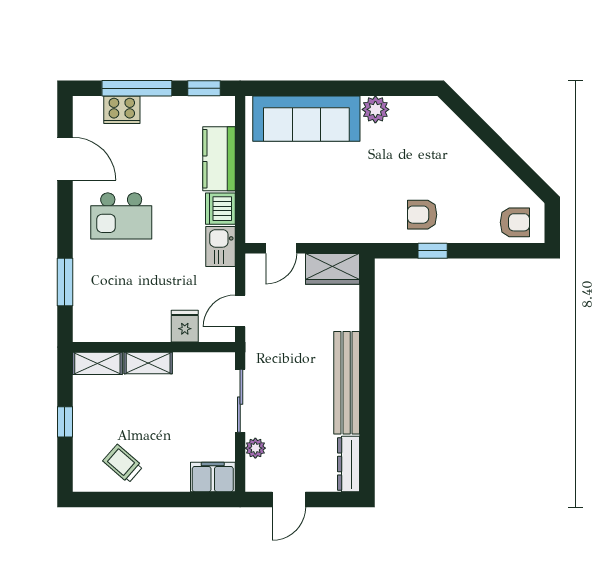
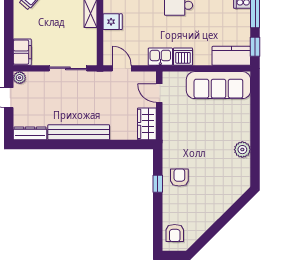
sofa: (306, 119) -> (218, 85), moved, turned -90
kitchen counter: (219, 159) -> (231, 56), moved
fridge: (185, 326) -> (113, 22), moved
plant: (255, 448) -> (20, 78), moved

